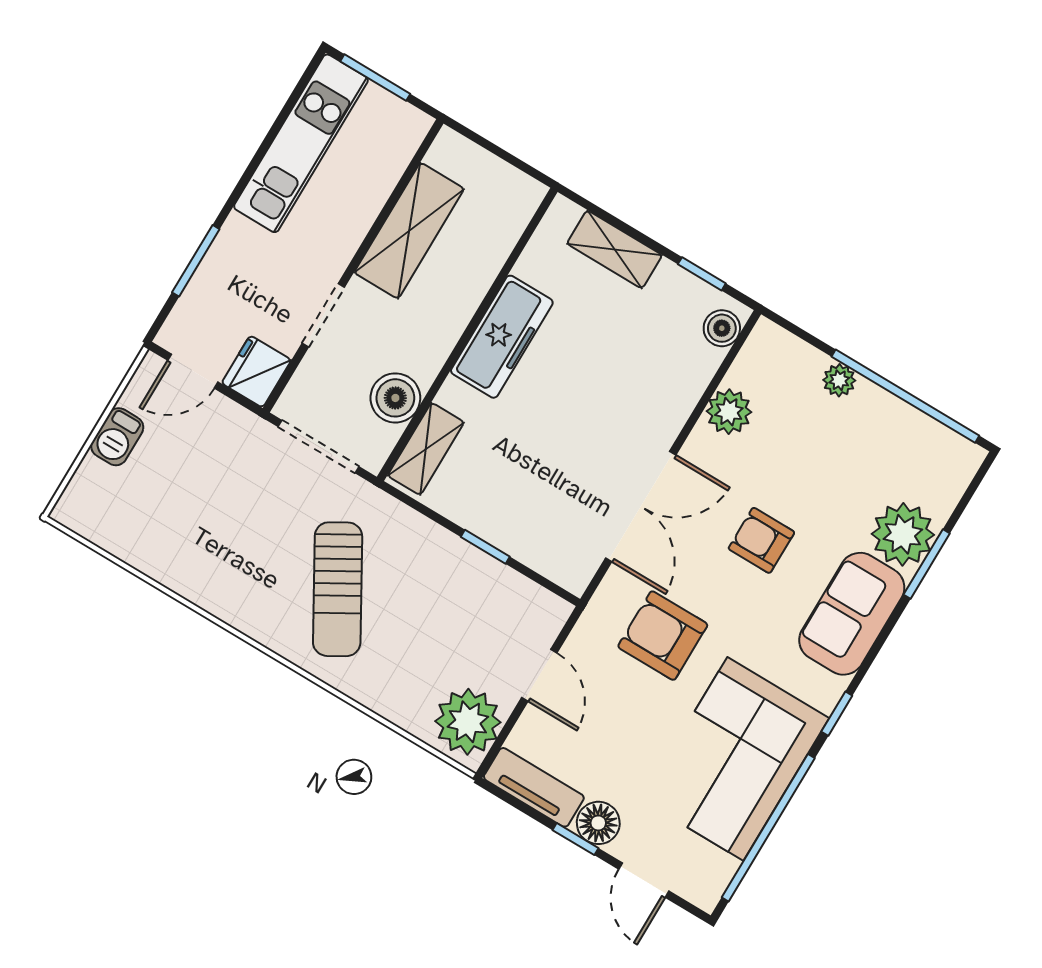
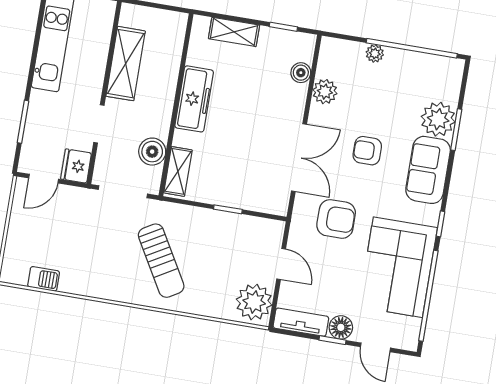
boiler: (722, 328) -> (301, 73), moved
barbecue: (117, 437) -> (44, 279), moved, turned -90
armchair: (663, 636) -> (336, 219), turned 180

